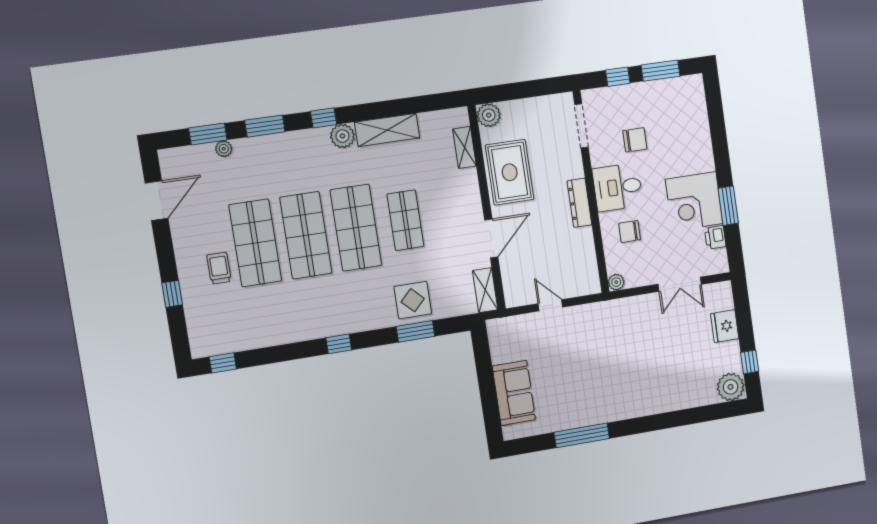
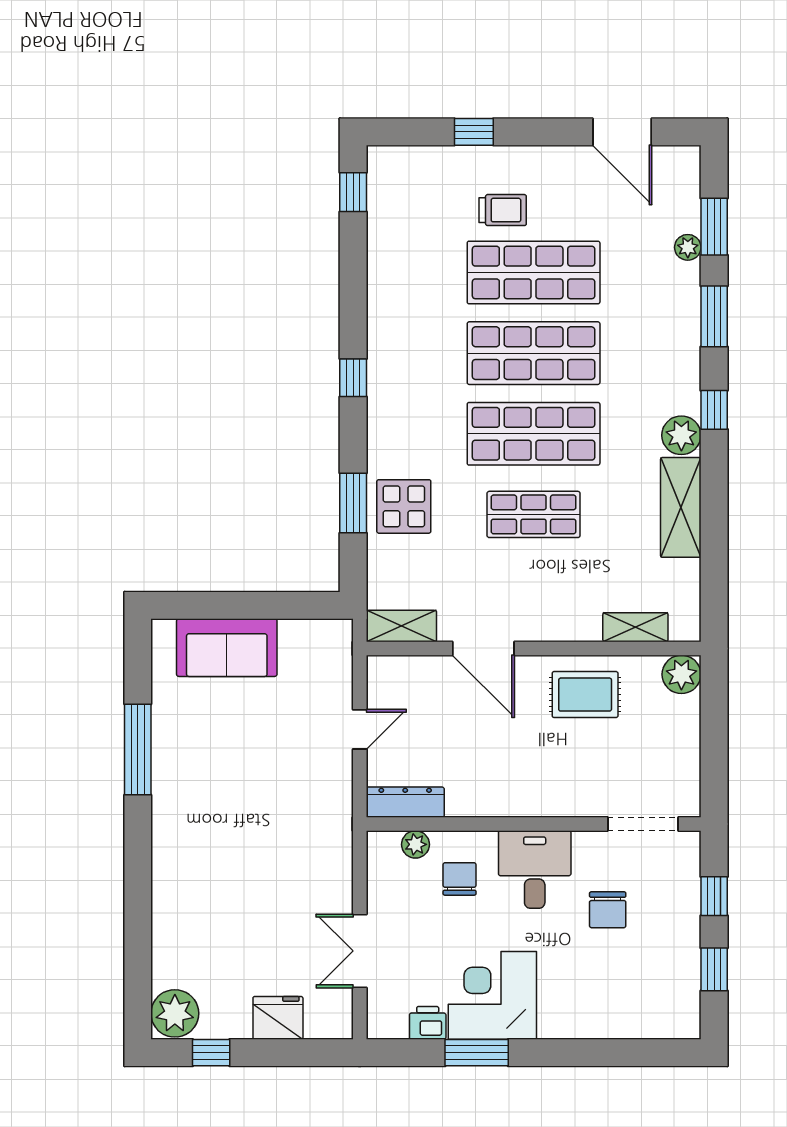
window: (661, 71) -> (714, 969), width x0.67
rug: (510, 172) -> (585, 695), width x0.73, depth x0.70
dresser: (579, 203) -> (405, 802), moved
plant: (616, 282) -> (415, 844), moved

